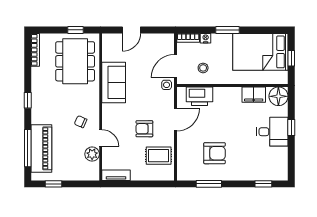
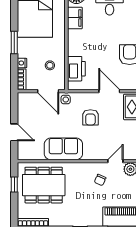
door: (176, 120) -> (109, 91), moved
armchair: (144, 129) -> (90, 117), moved

